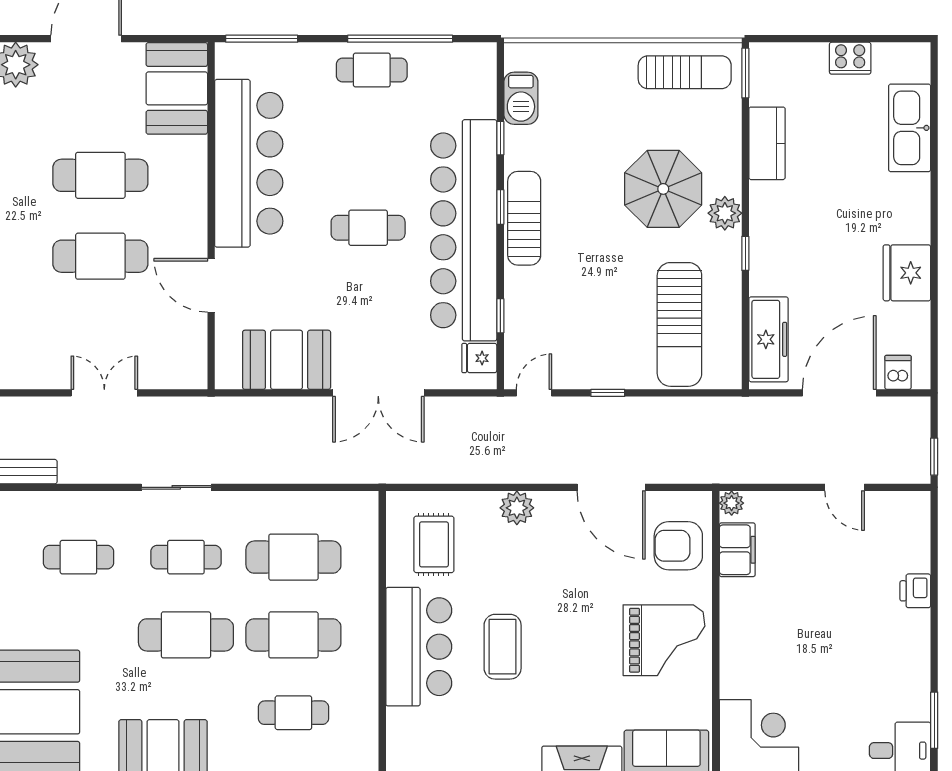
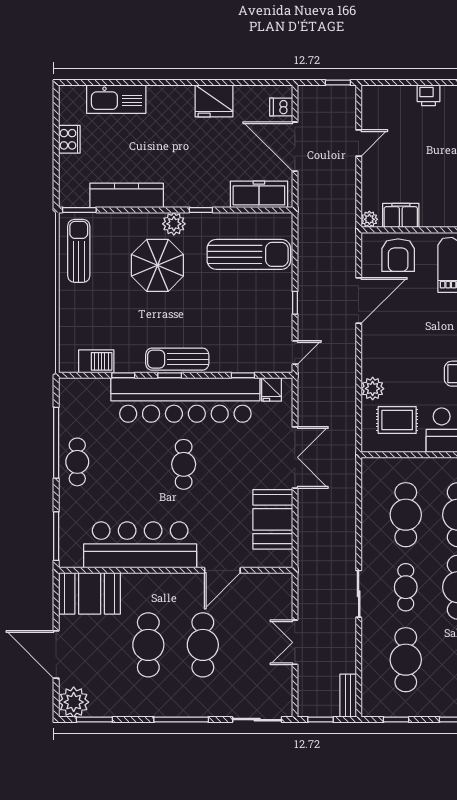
kitchen counter: (767, 143) -> (127, 195), width x1.50
door: (534, 393) -> (295, 352), swing flipped
plant: (517, 508) -> (373, 389), moved
cafe table: (78, 557) -> (406, 660), width x1.37, depth x1.35

